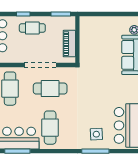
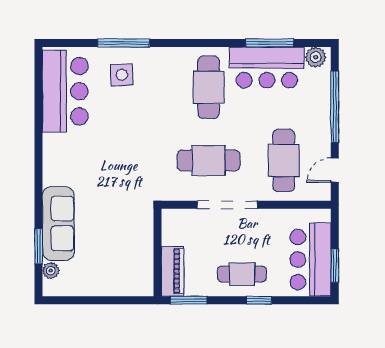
piano: (69, 44) -> (173, 271), moved

